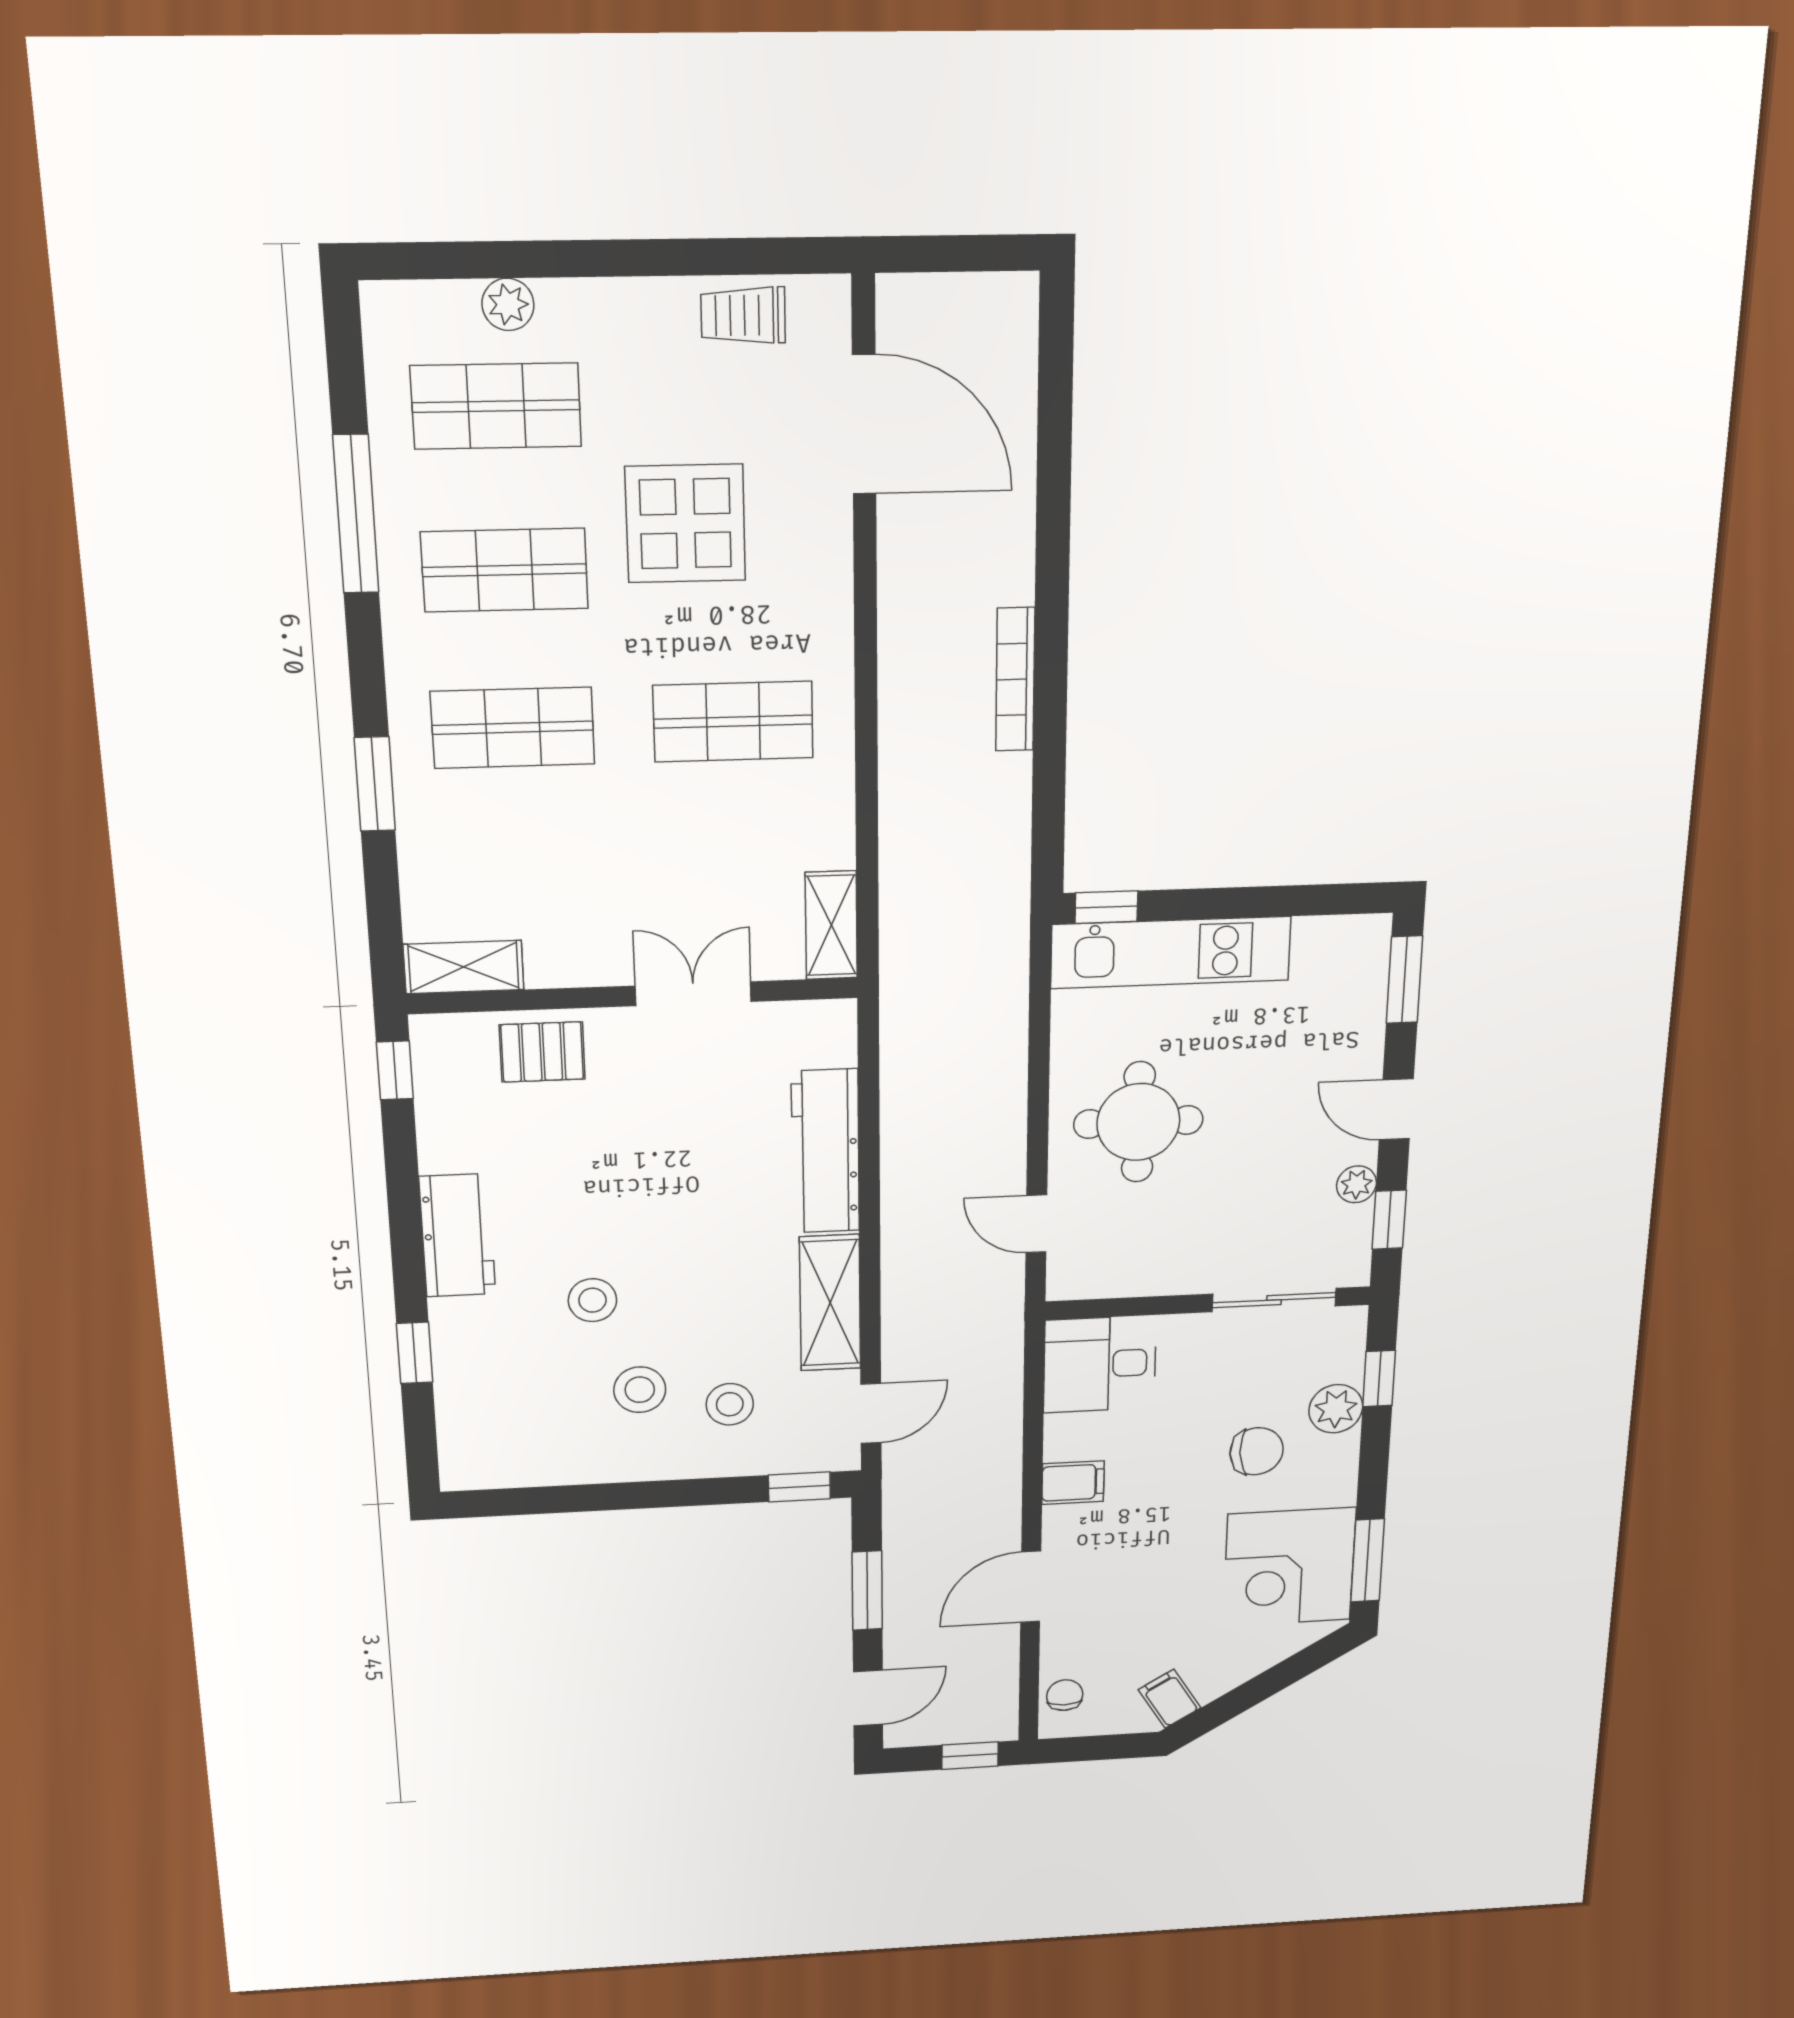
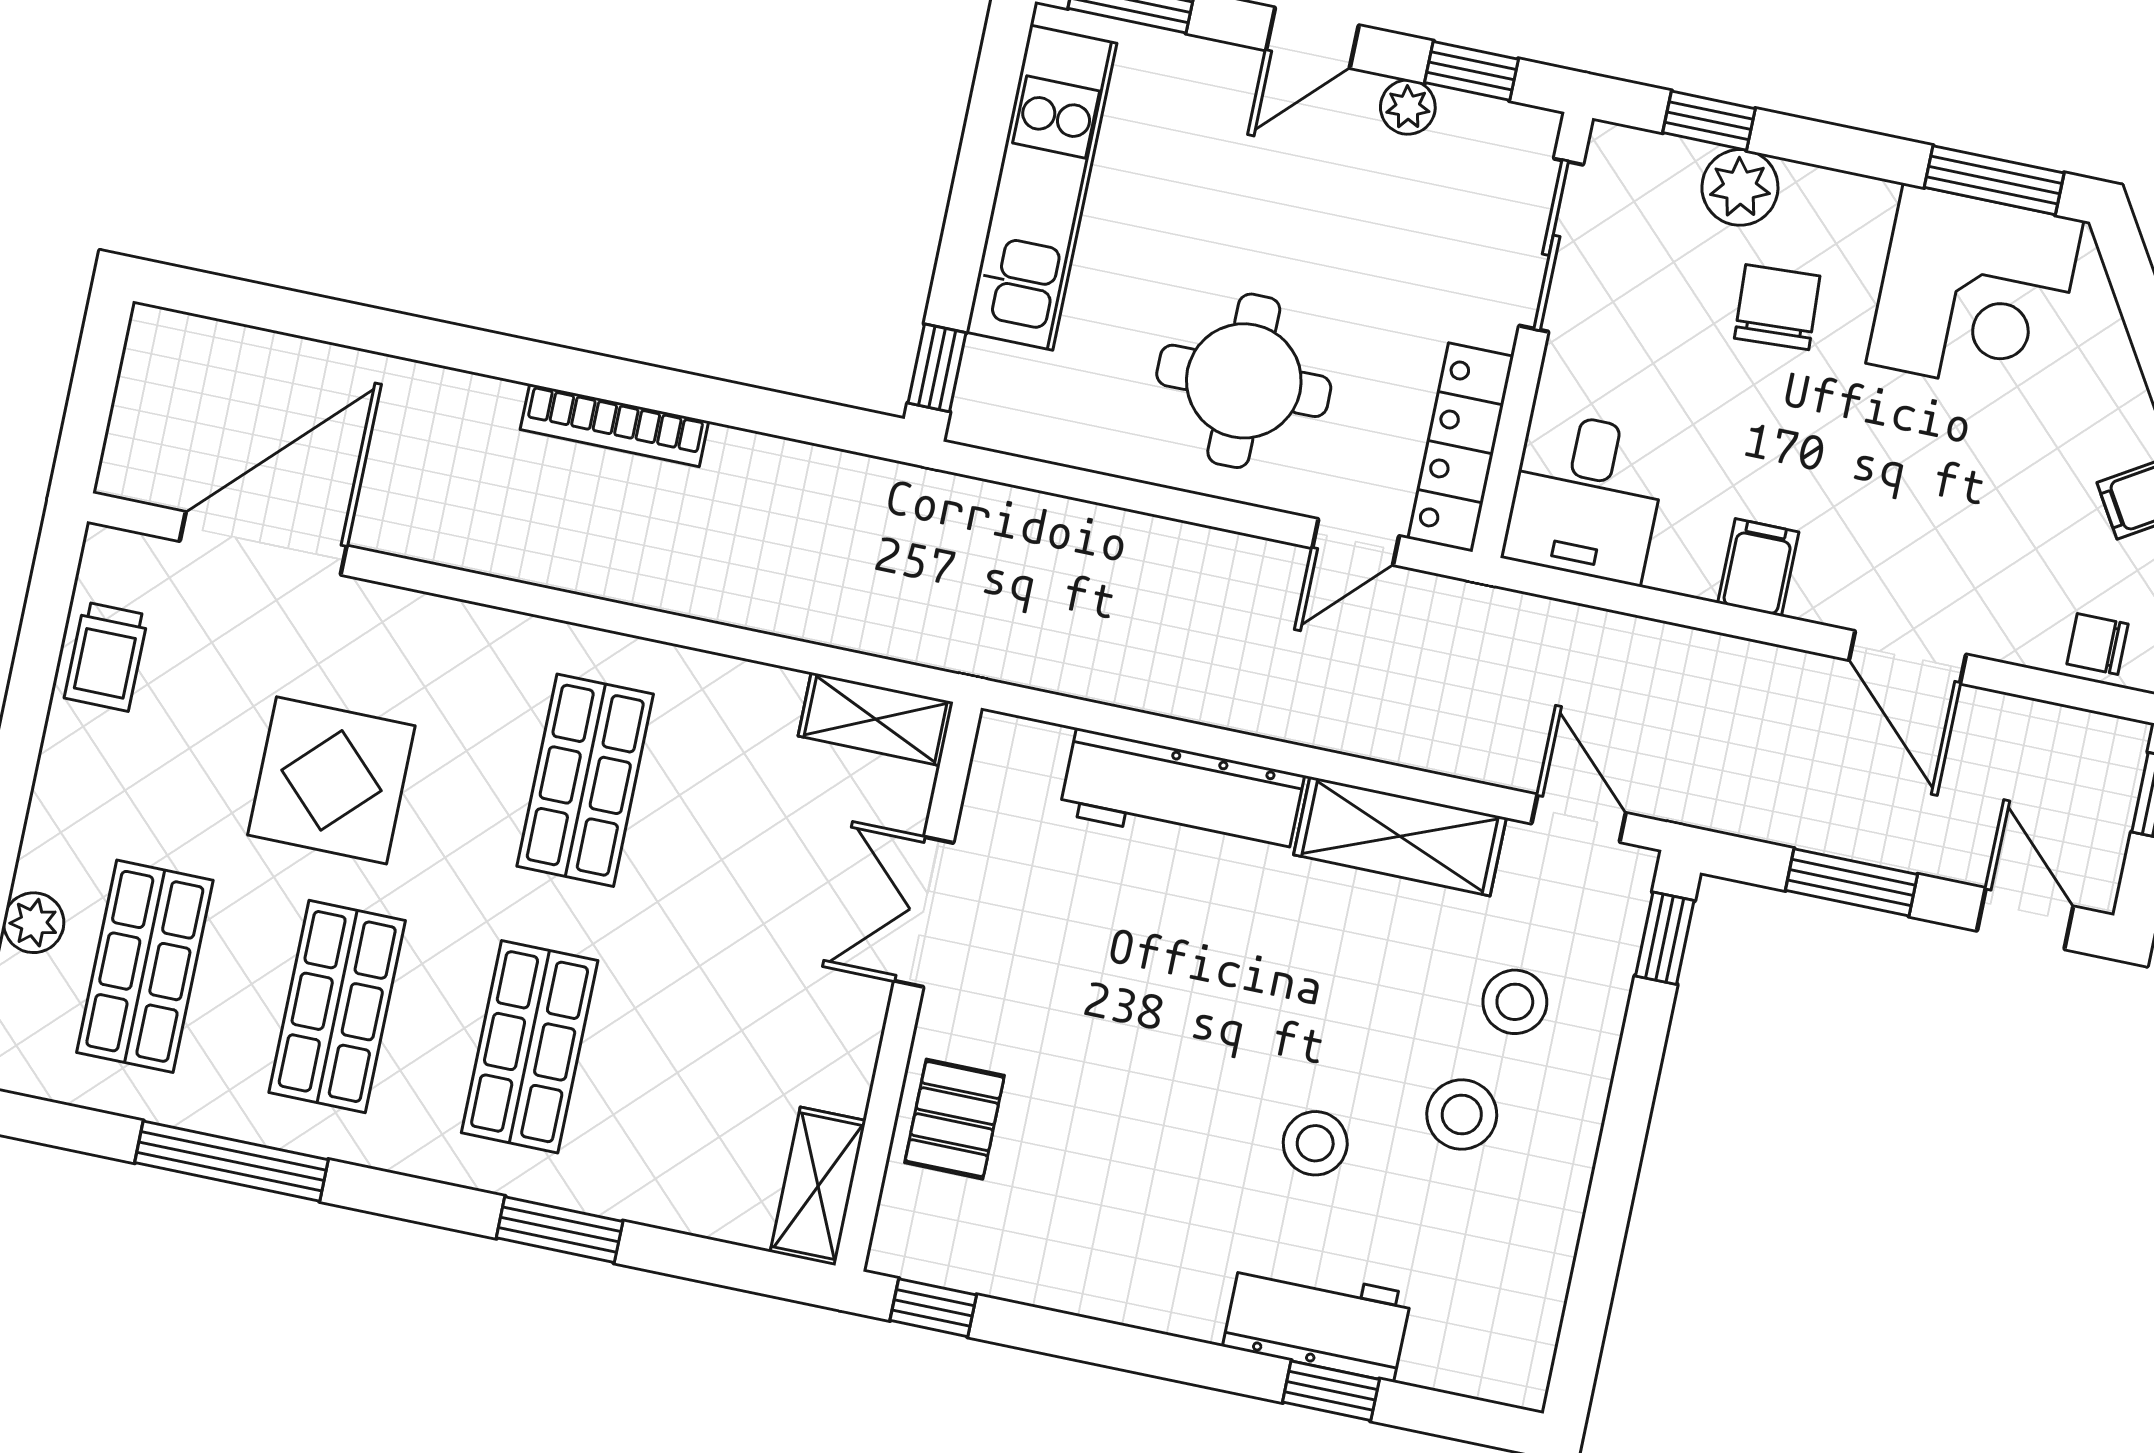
kitchen unit: (1171, 952) -> (1041, 188), moved
workbench: (457, 1235) -> (1317, 1320), moved
locker: (1119, 1276) -> (1461, 447), added

